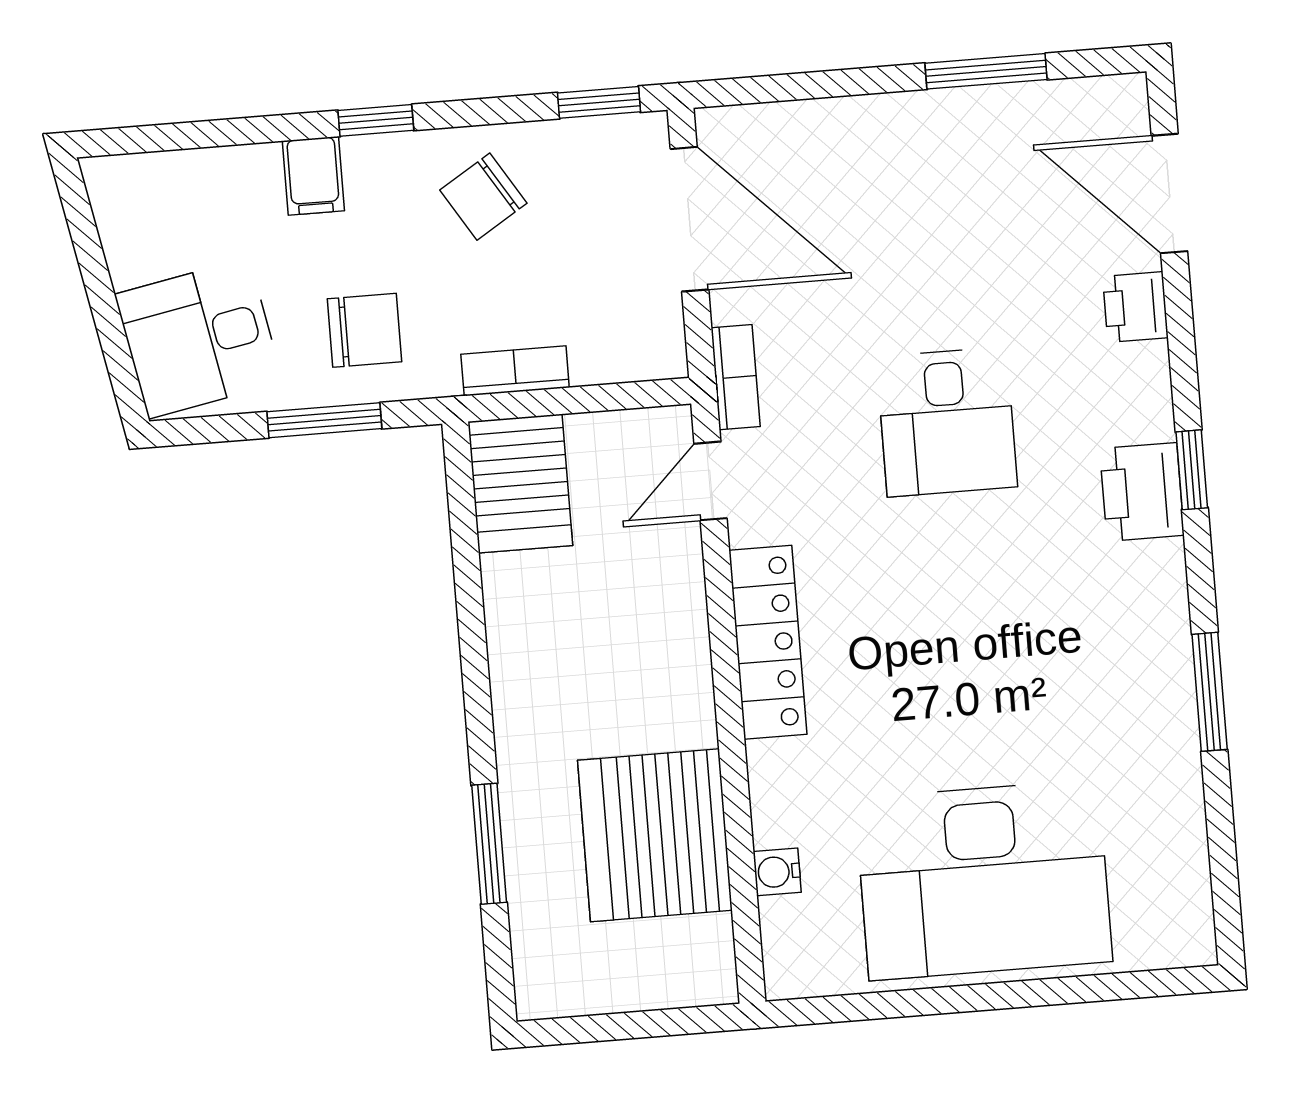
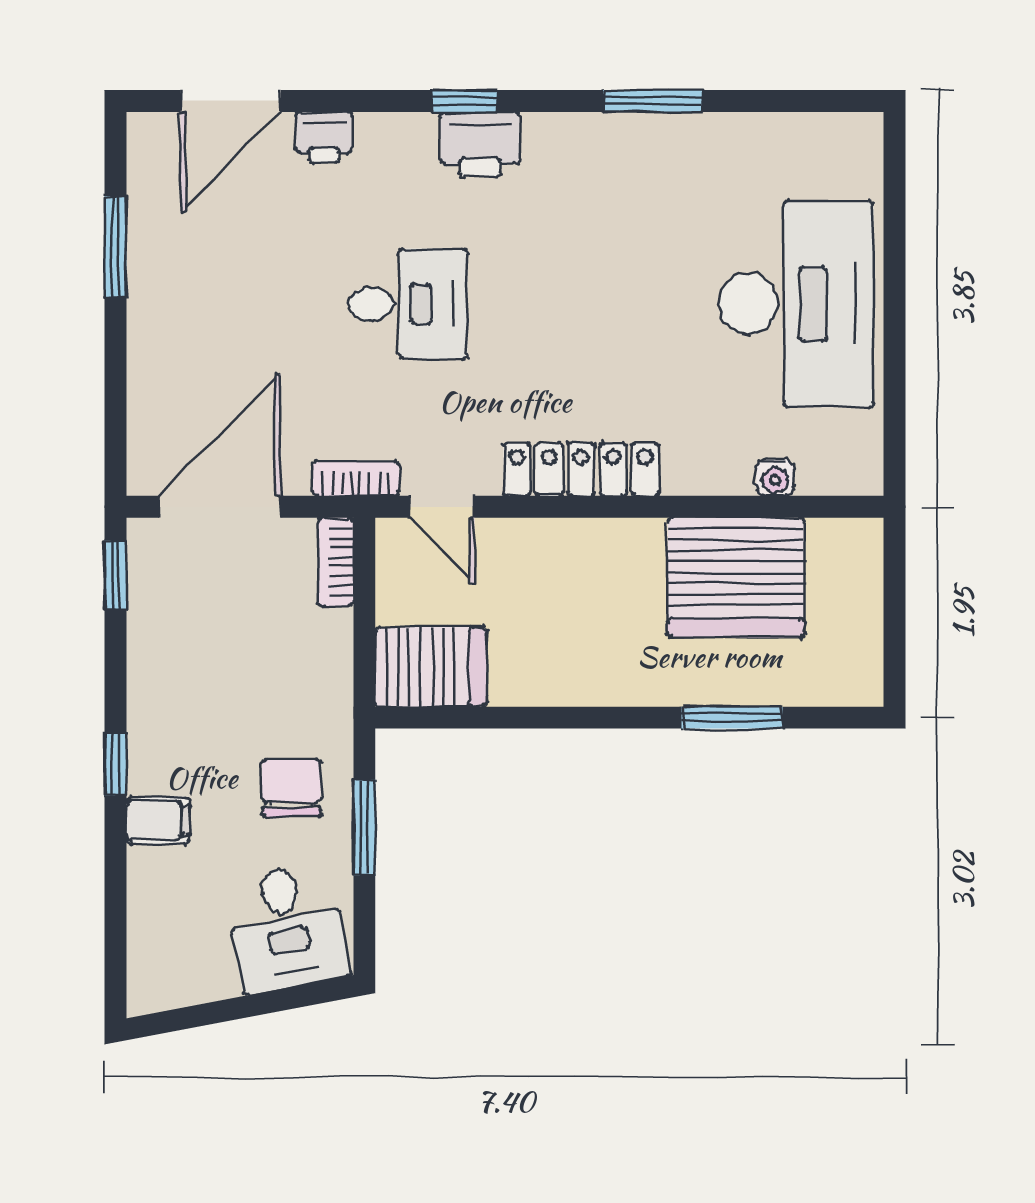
chair: (483, 197) -> (187, 679), removed
bookcase: (515, 371) -> (336, 562), moved

